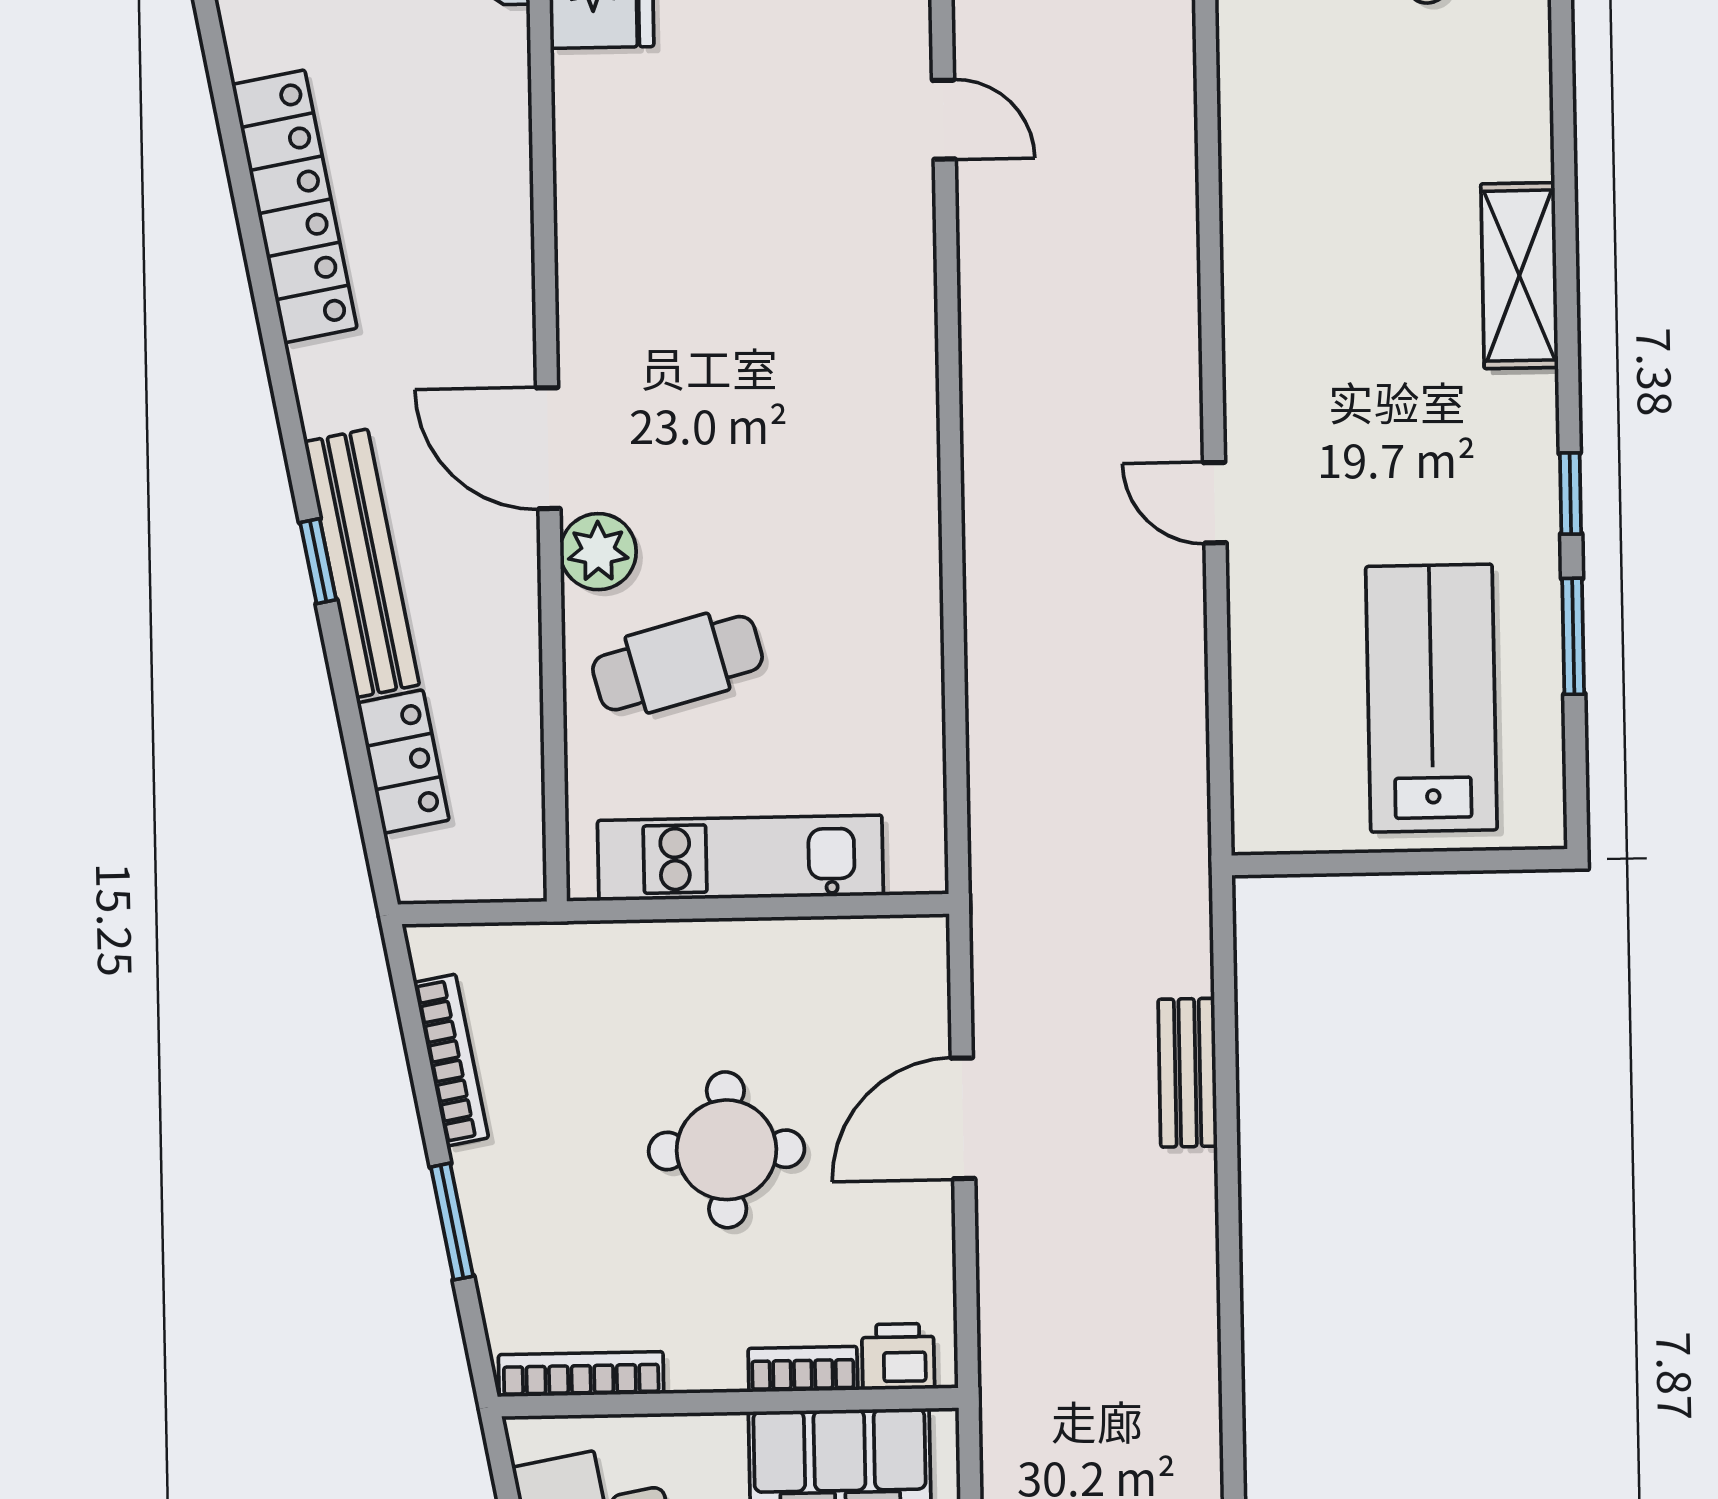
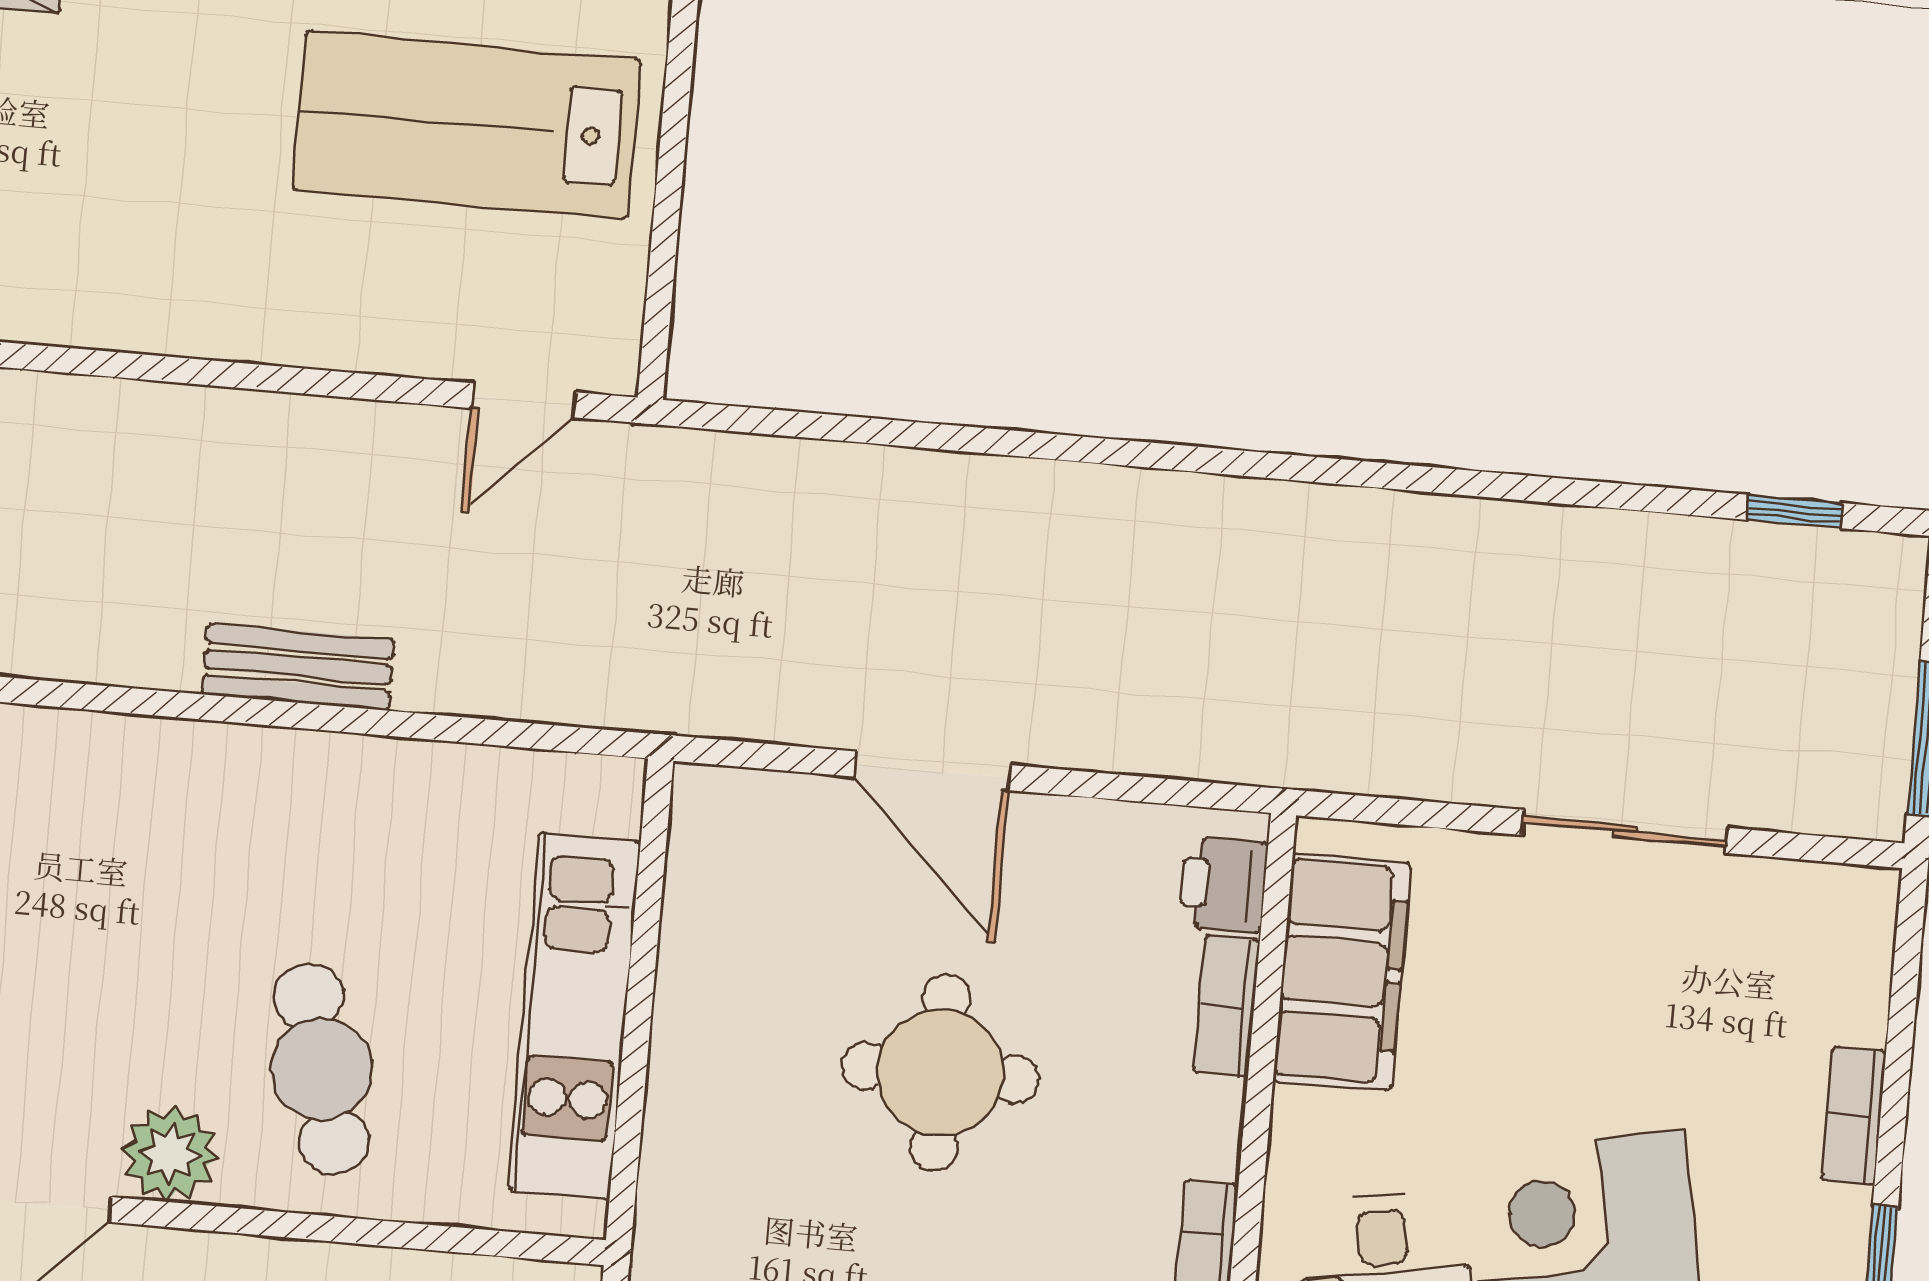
door: (1215, 503) -> (524, 400), moved
bench: (1188, 1073) -> (298, 667), moved

